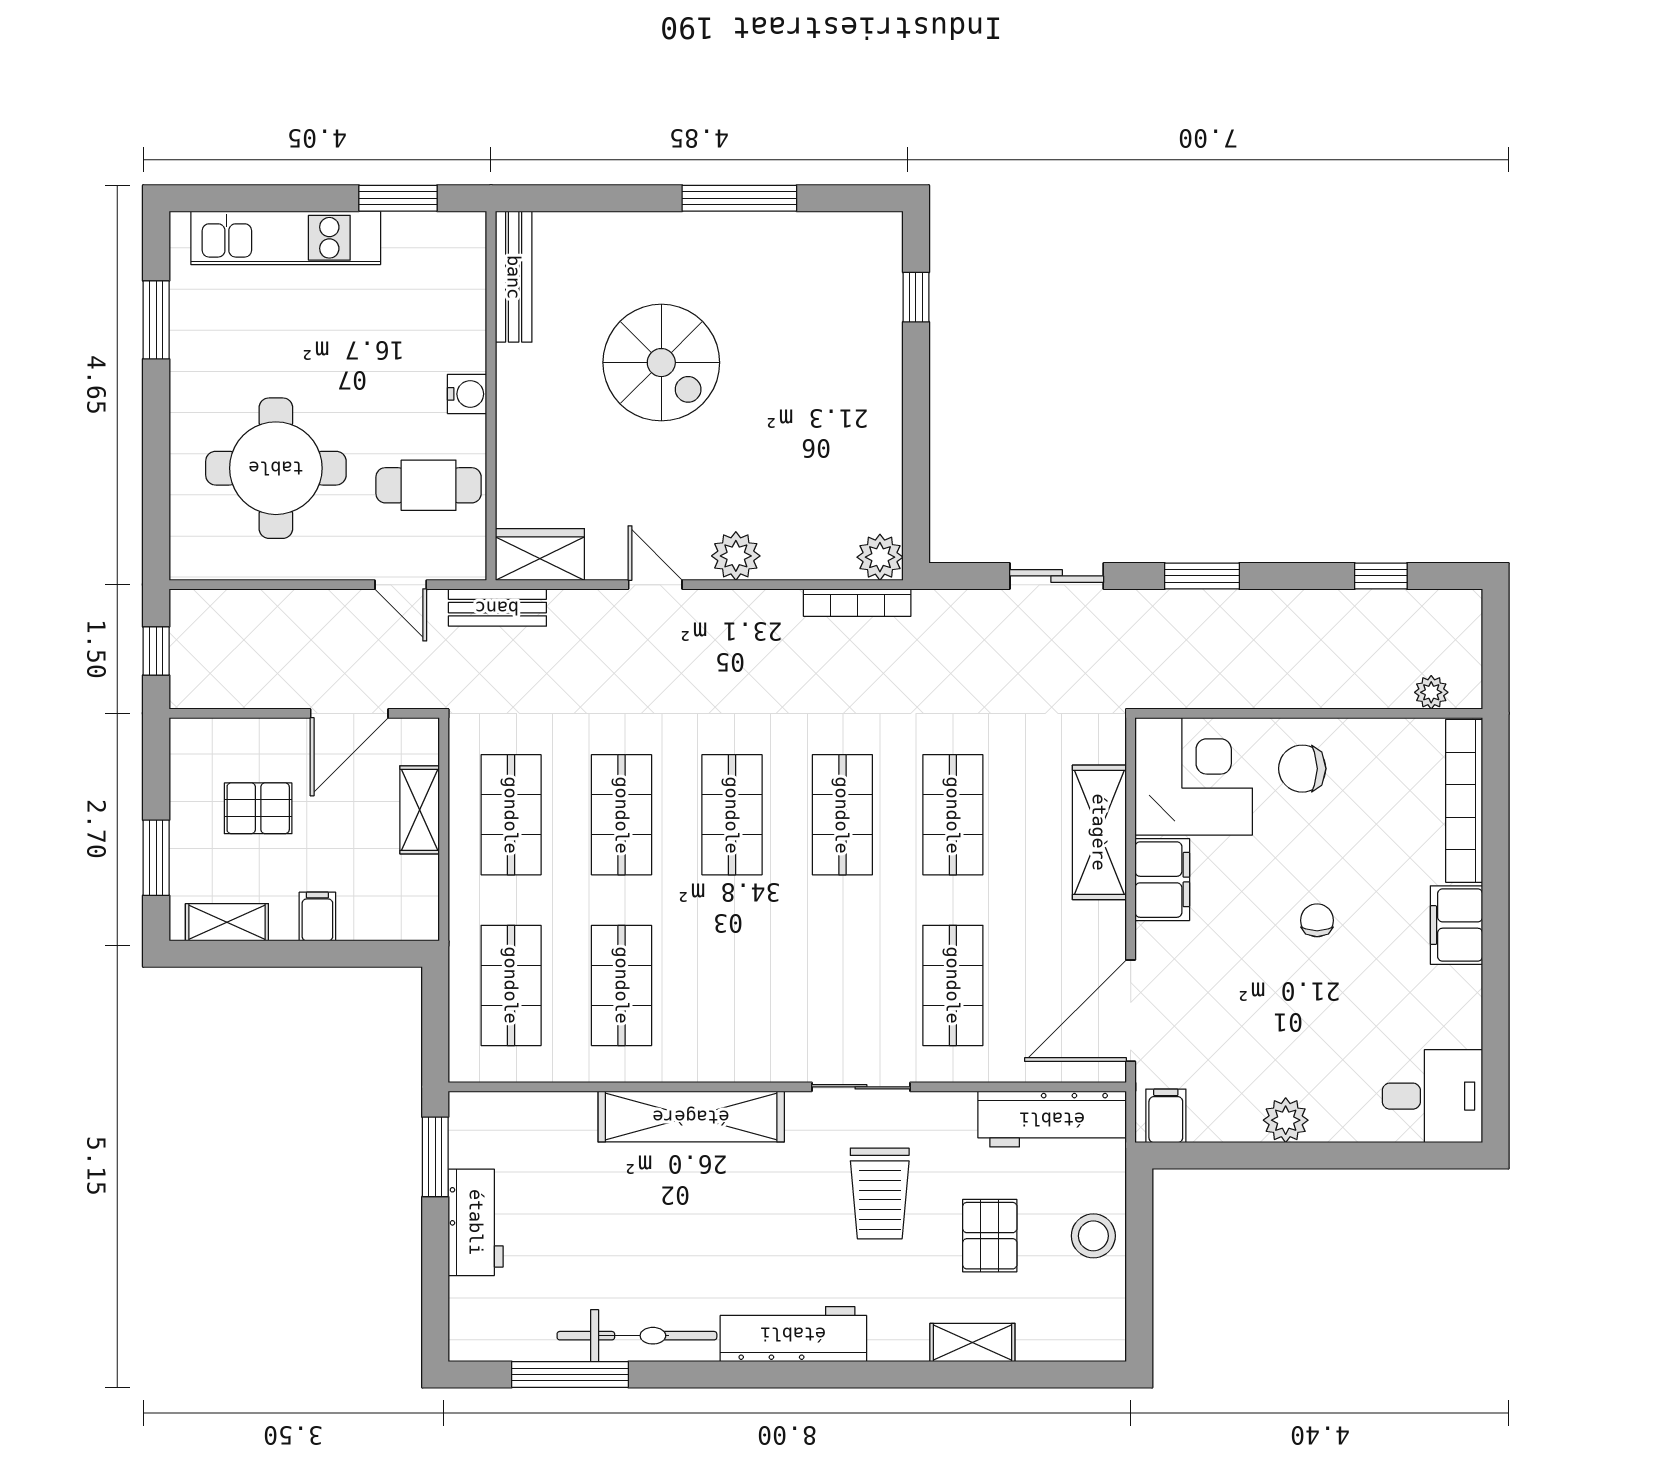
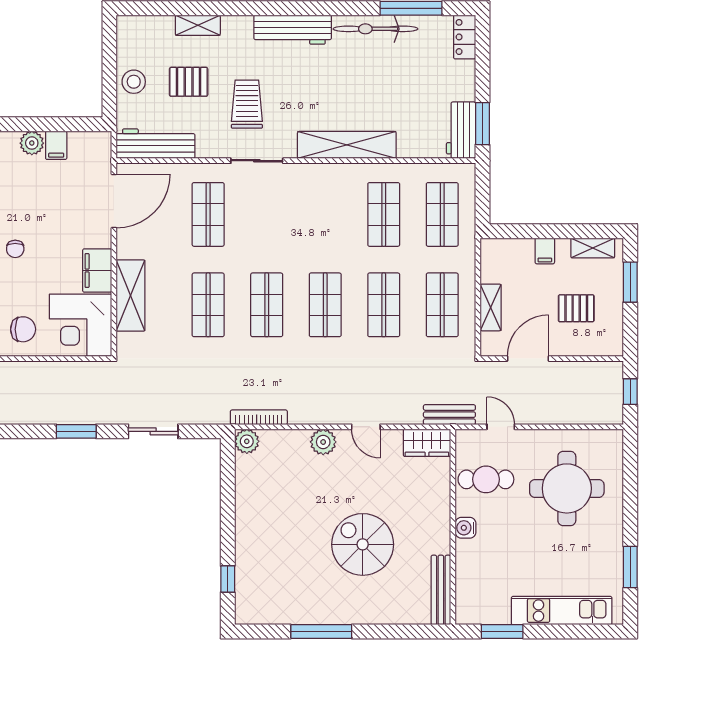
filing cabinet: (1166, 1116) -> (56, 145), moved
workbench: (476, 1222) -> (461, 130), moved
pallet: (990, 1236) -> (189, 82), turned 90
locker: (469, 1320) -> (465, 37), added

